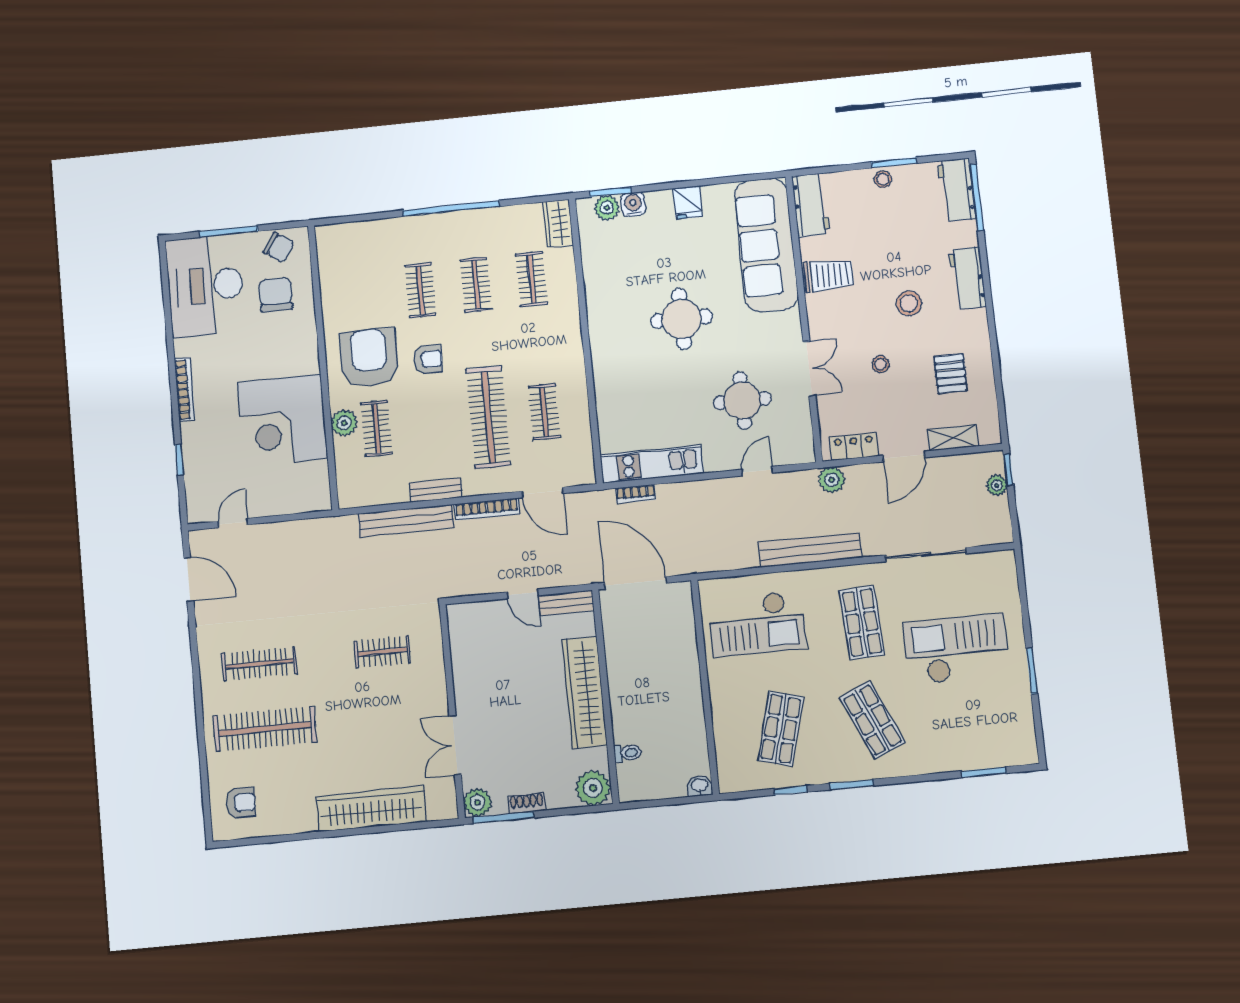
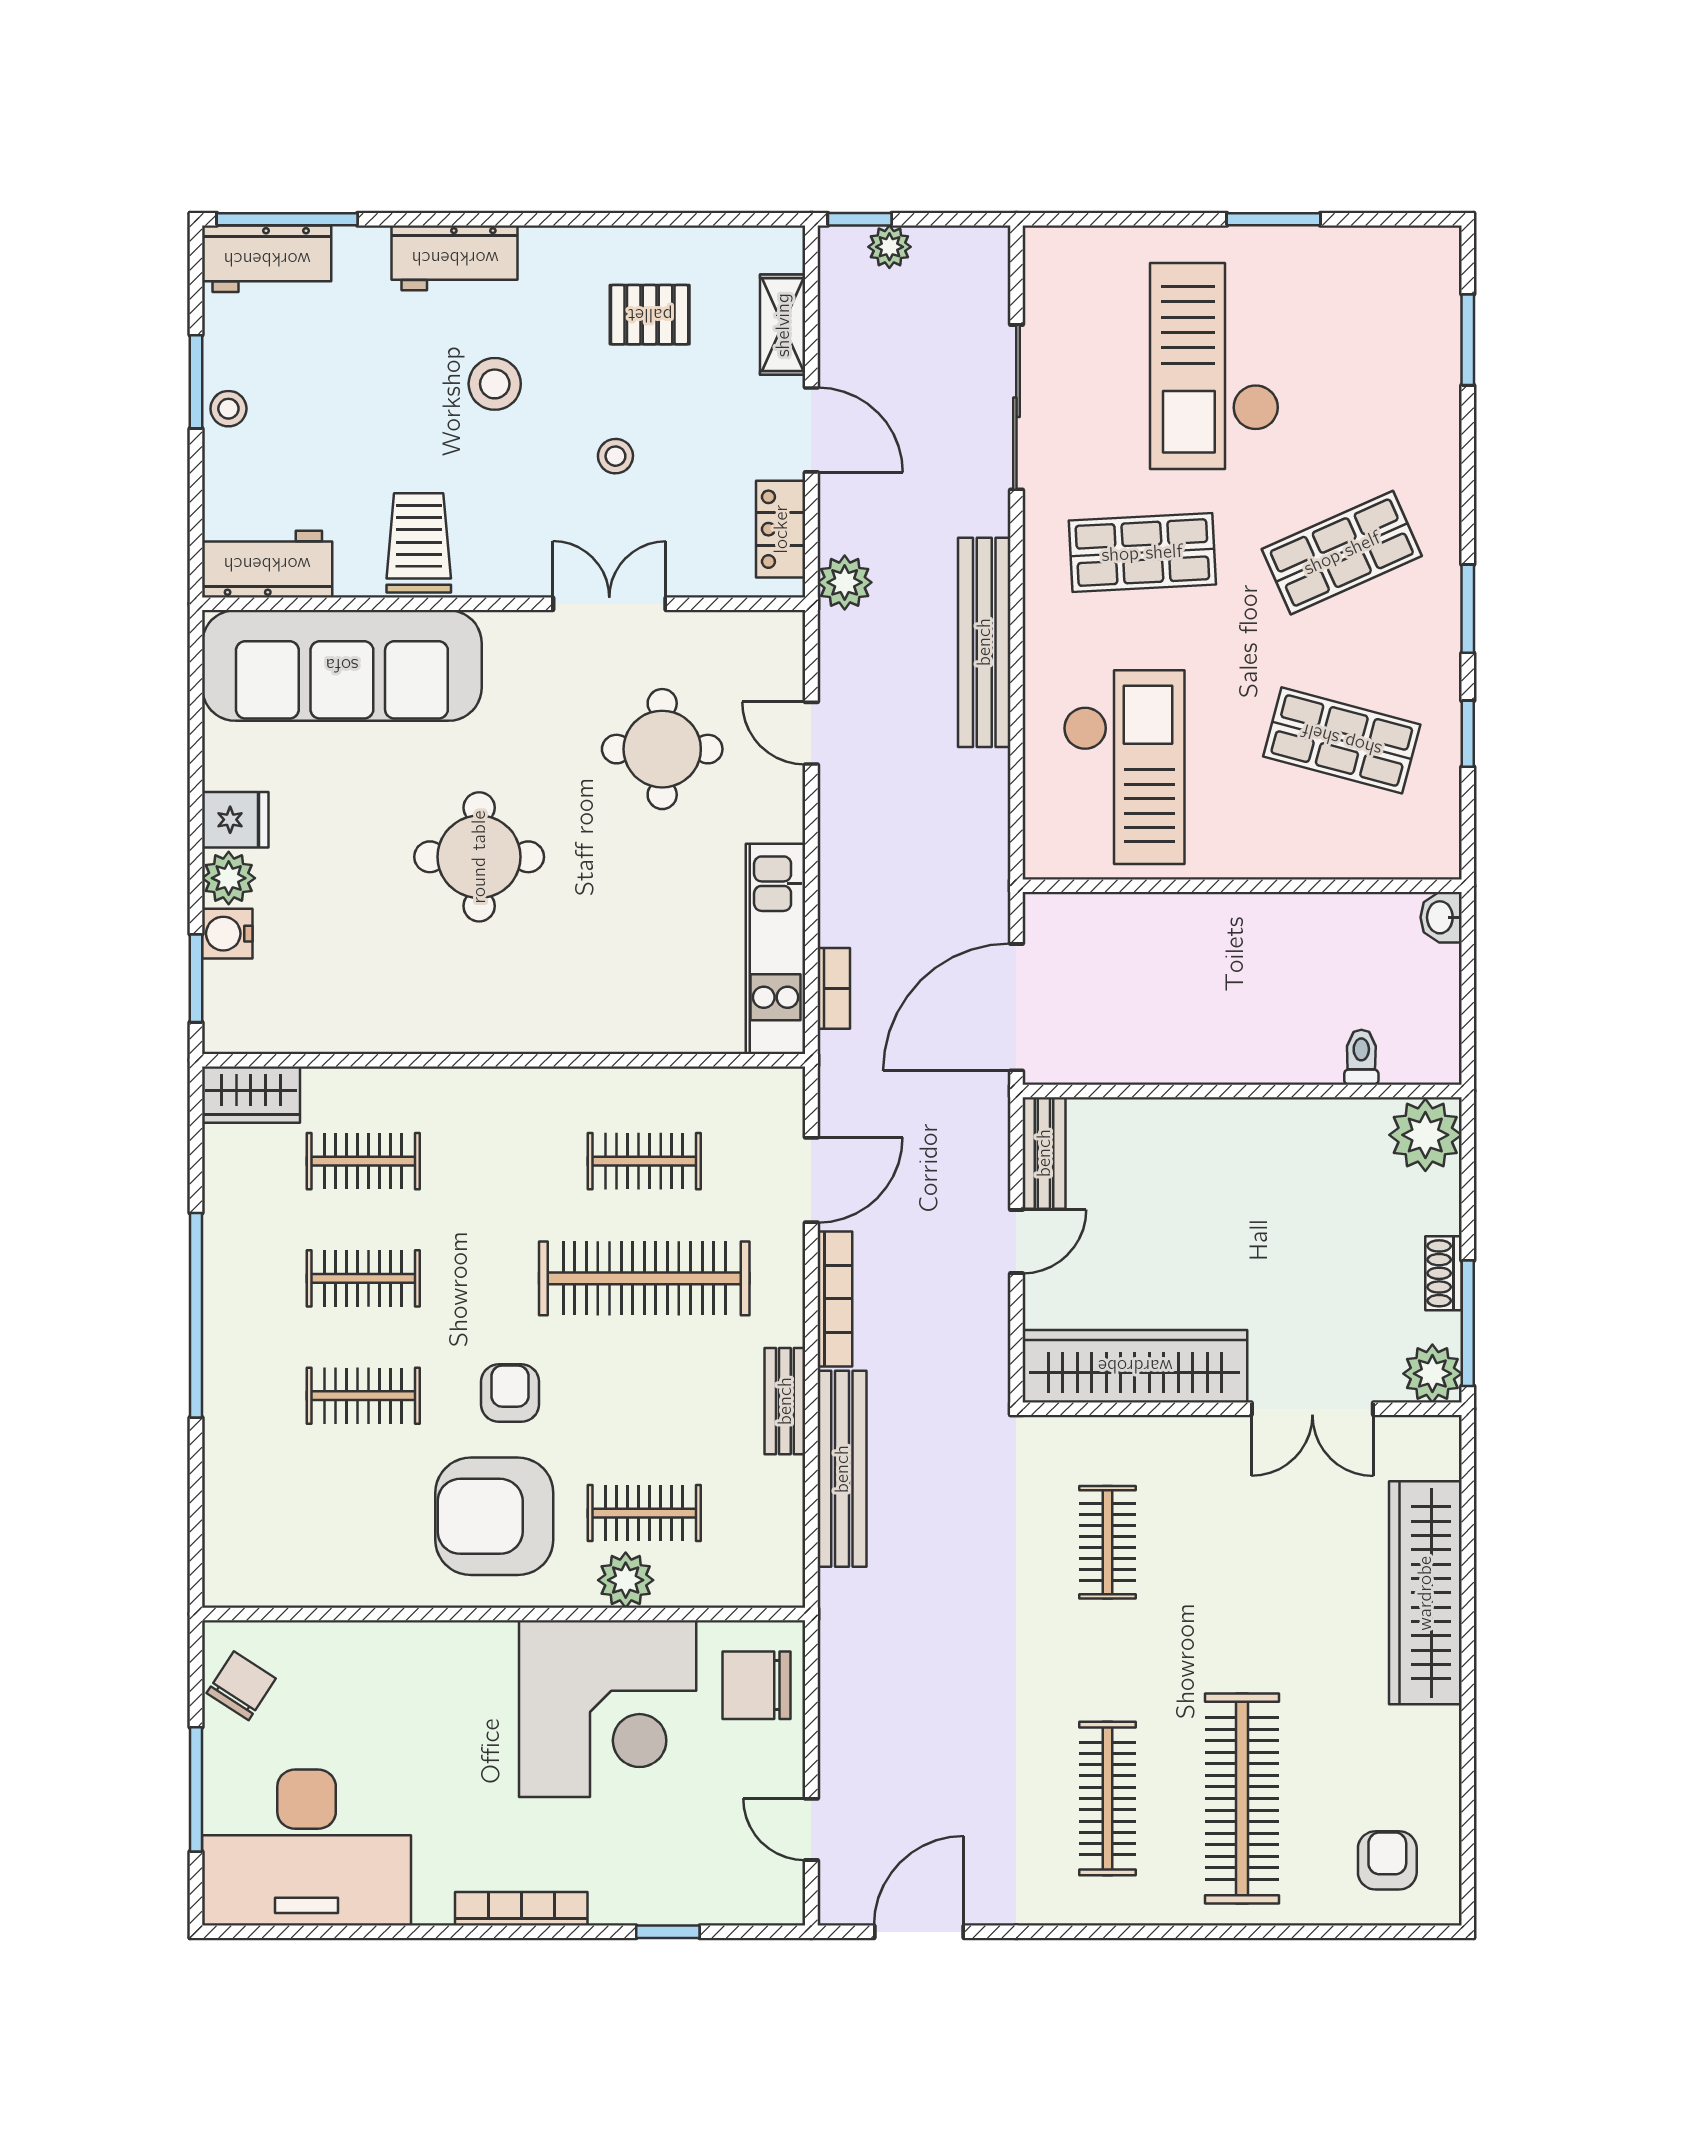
plant: (607, 208) -> (229, 878), moved
chair: (276, 295) -> (756, 1685), moved
wardrobe: (584, 692) -> (1135, 1366), moved, turned 180

